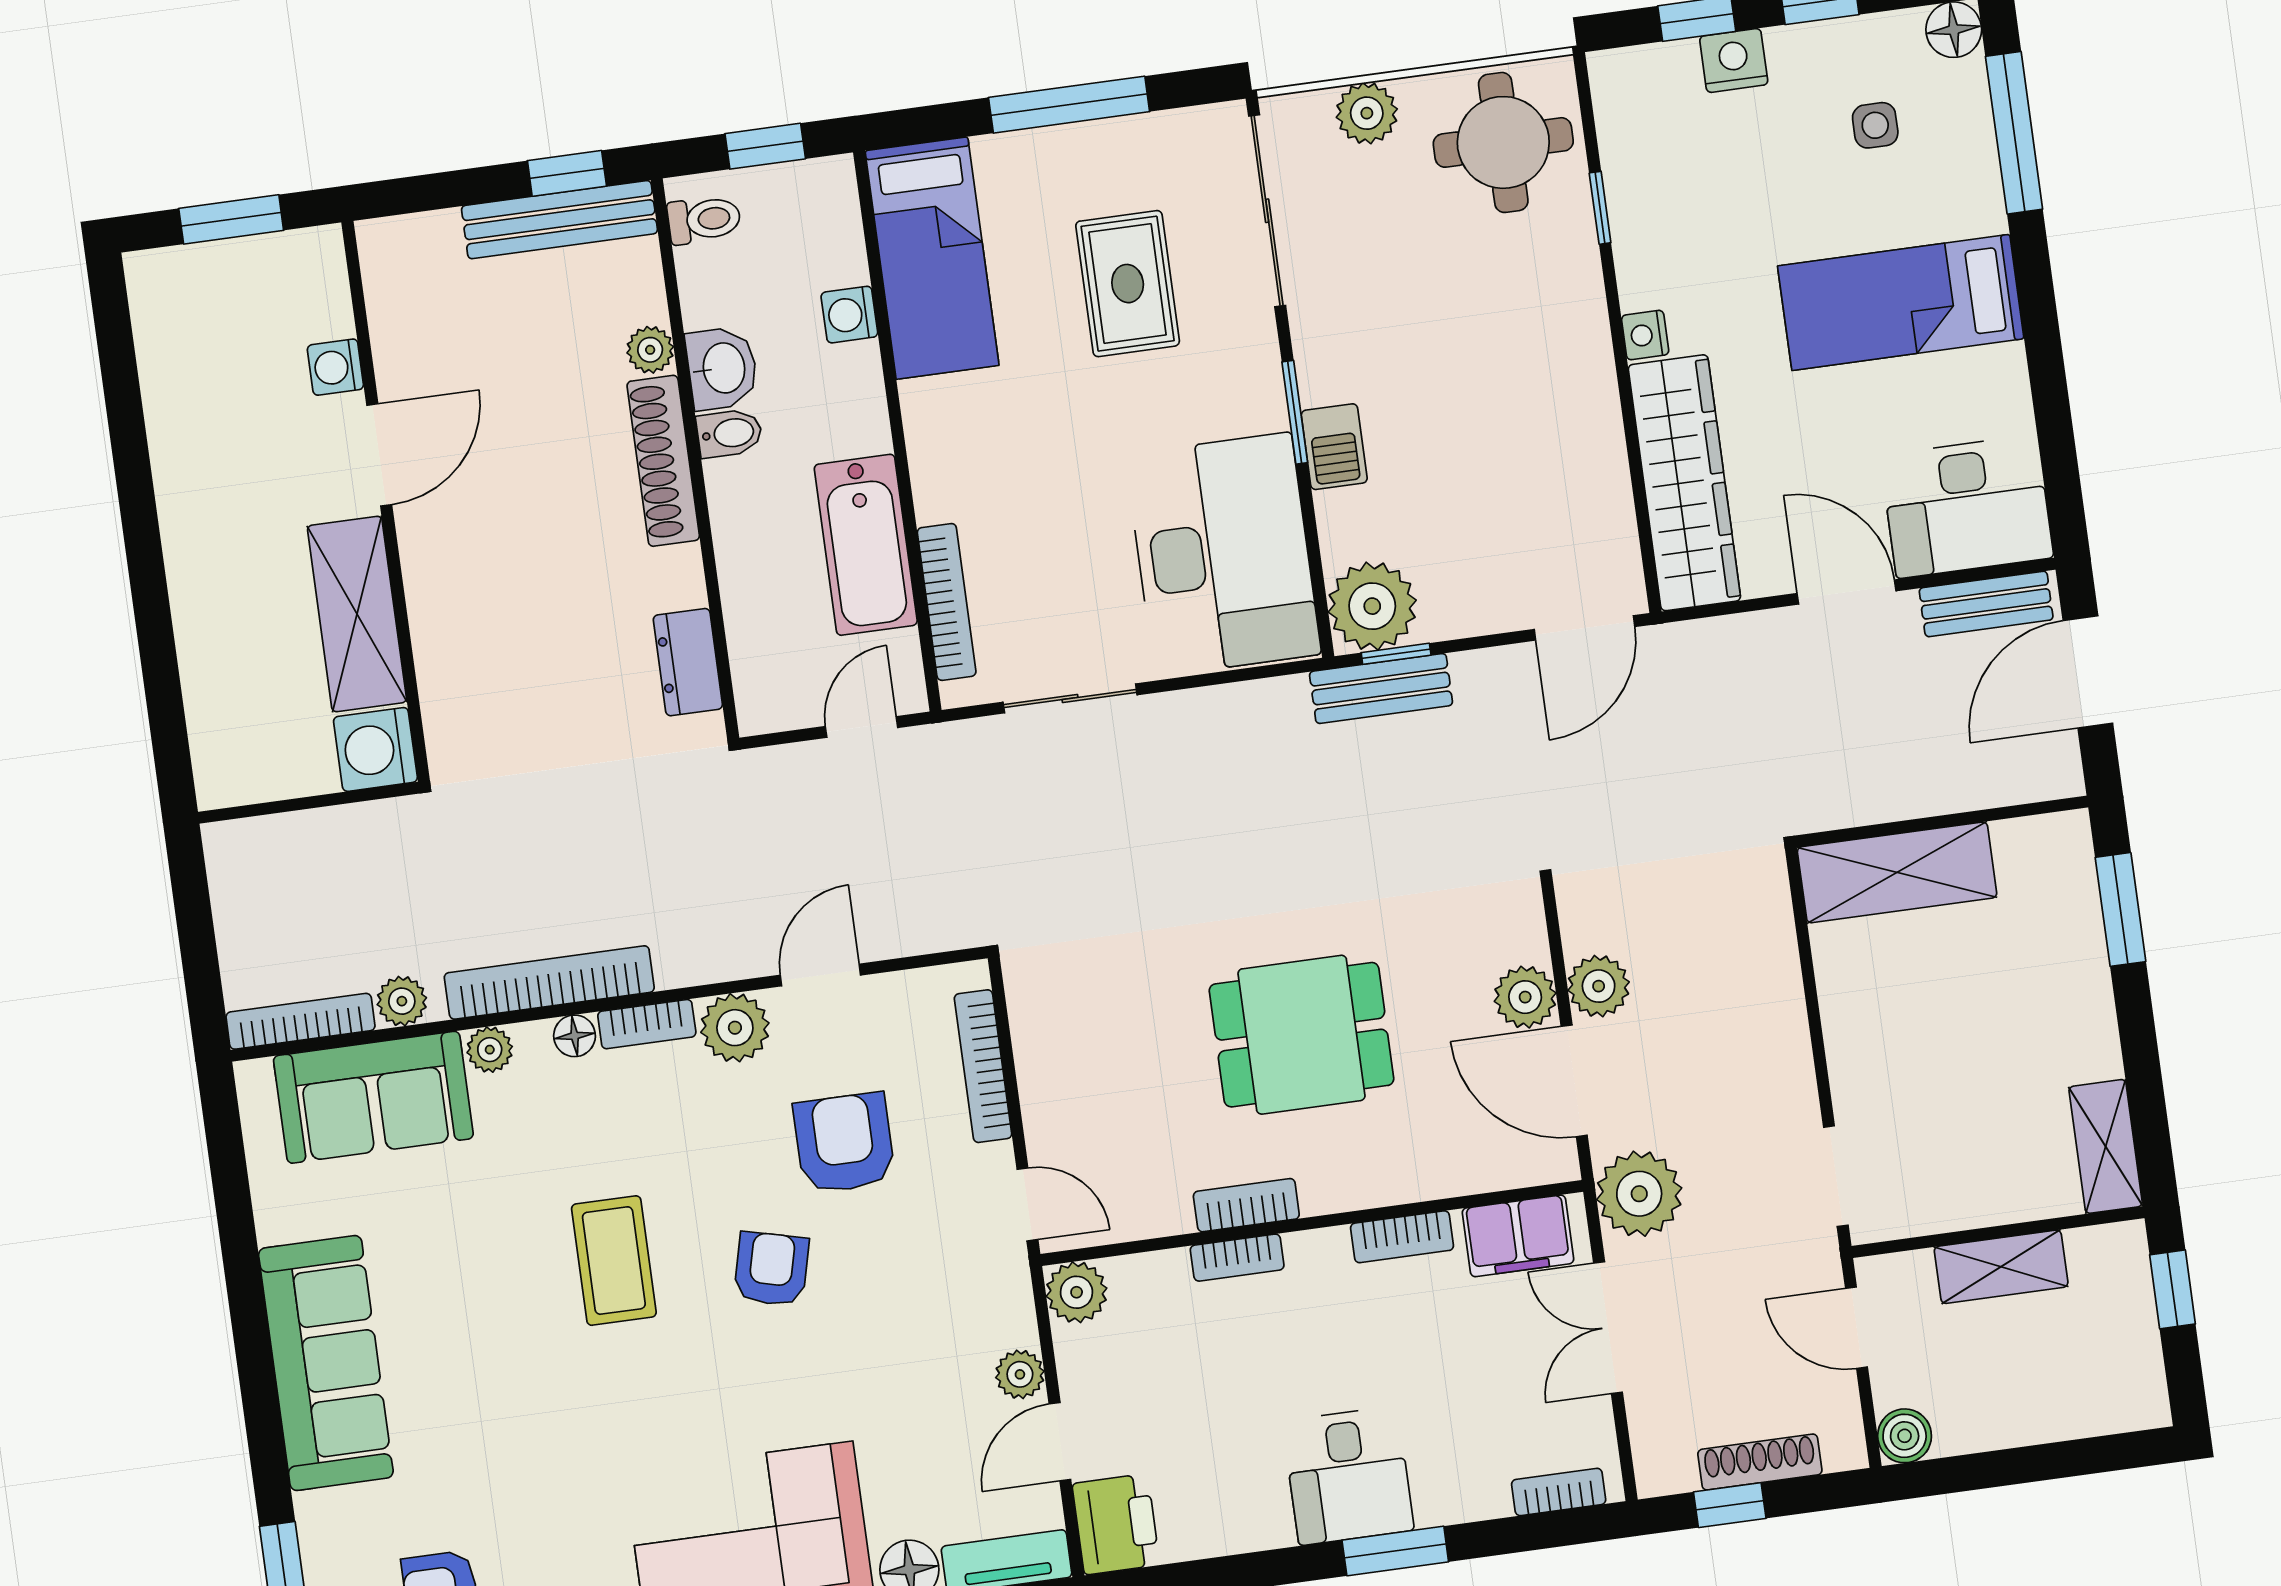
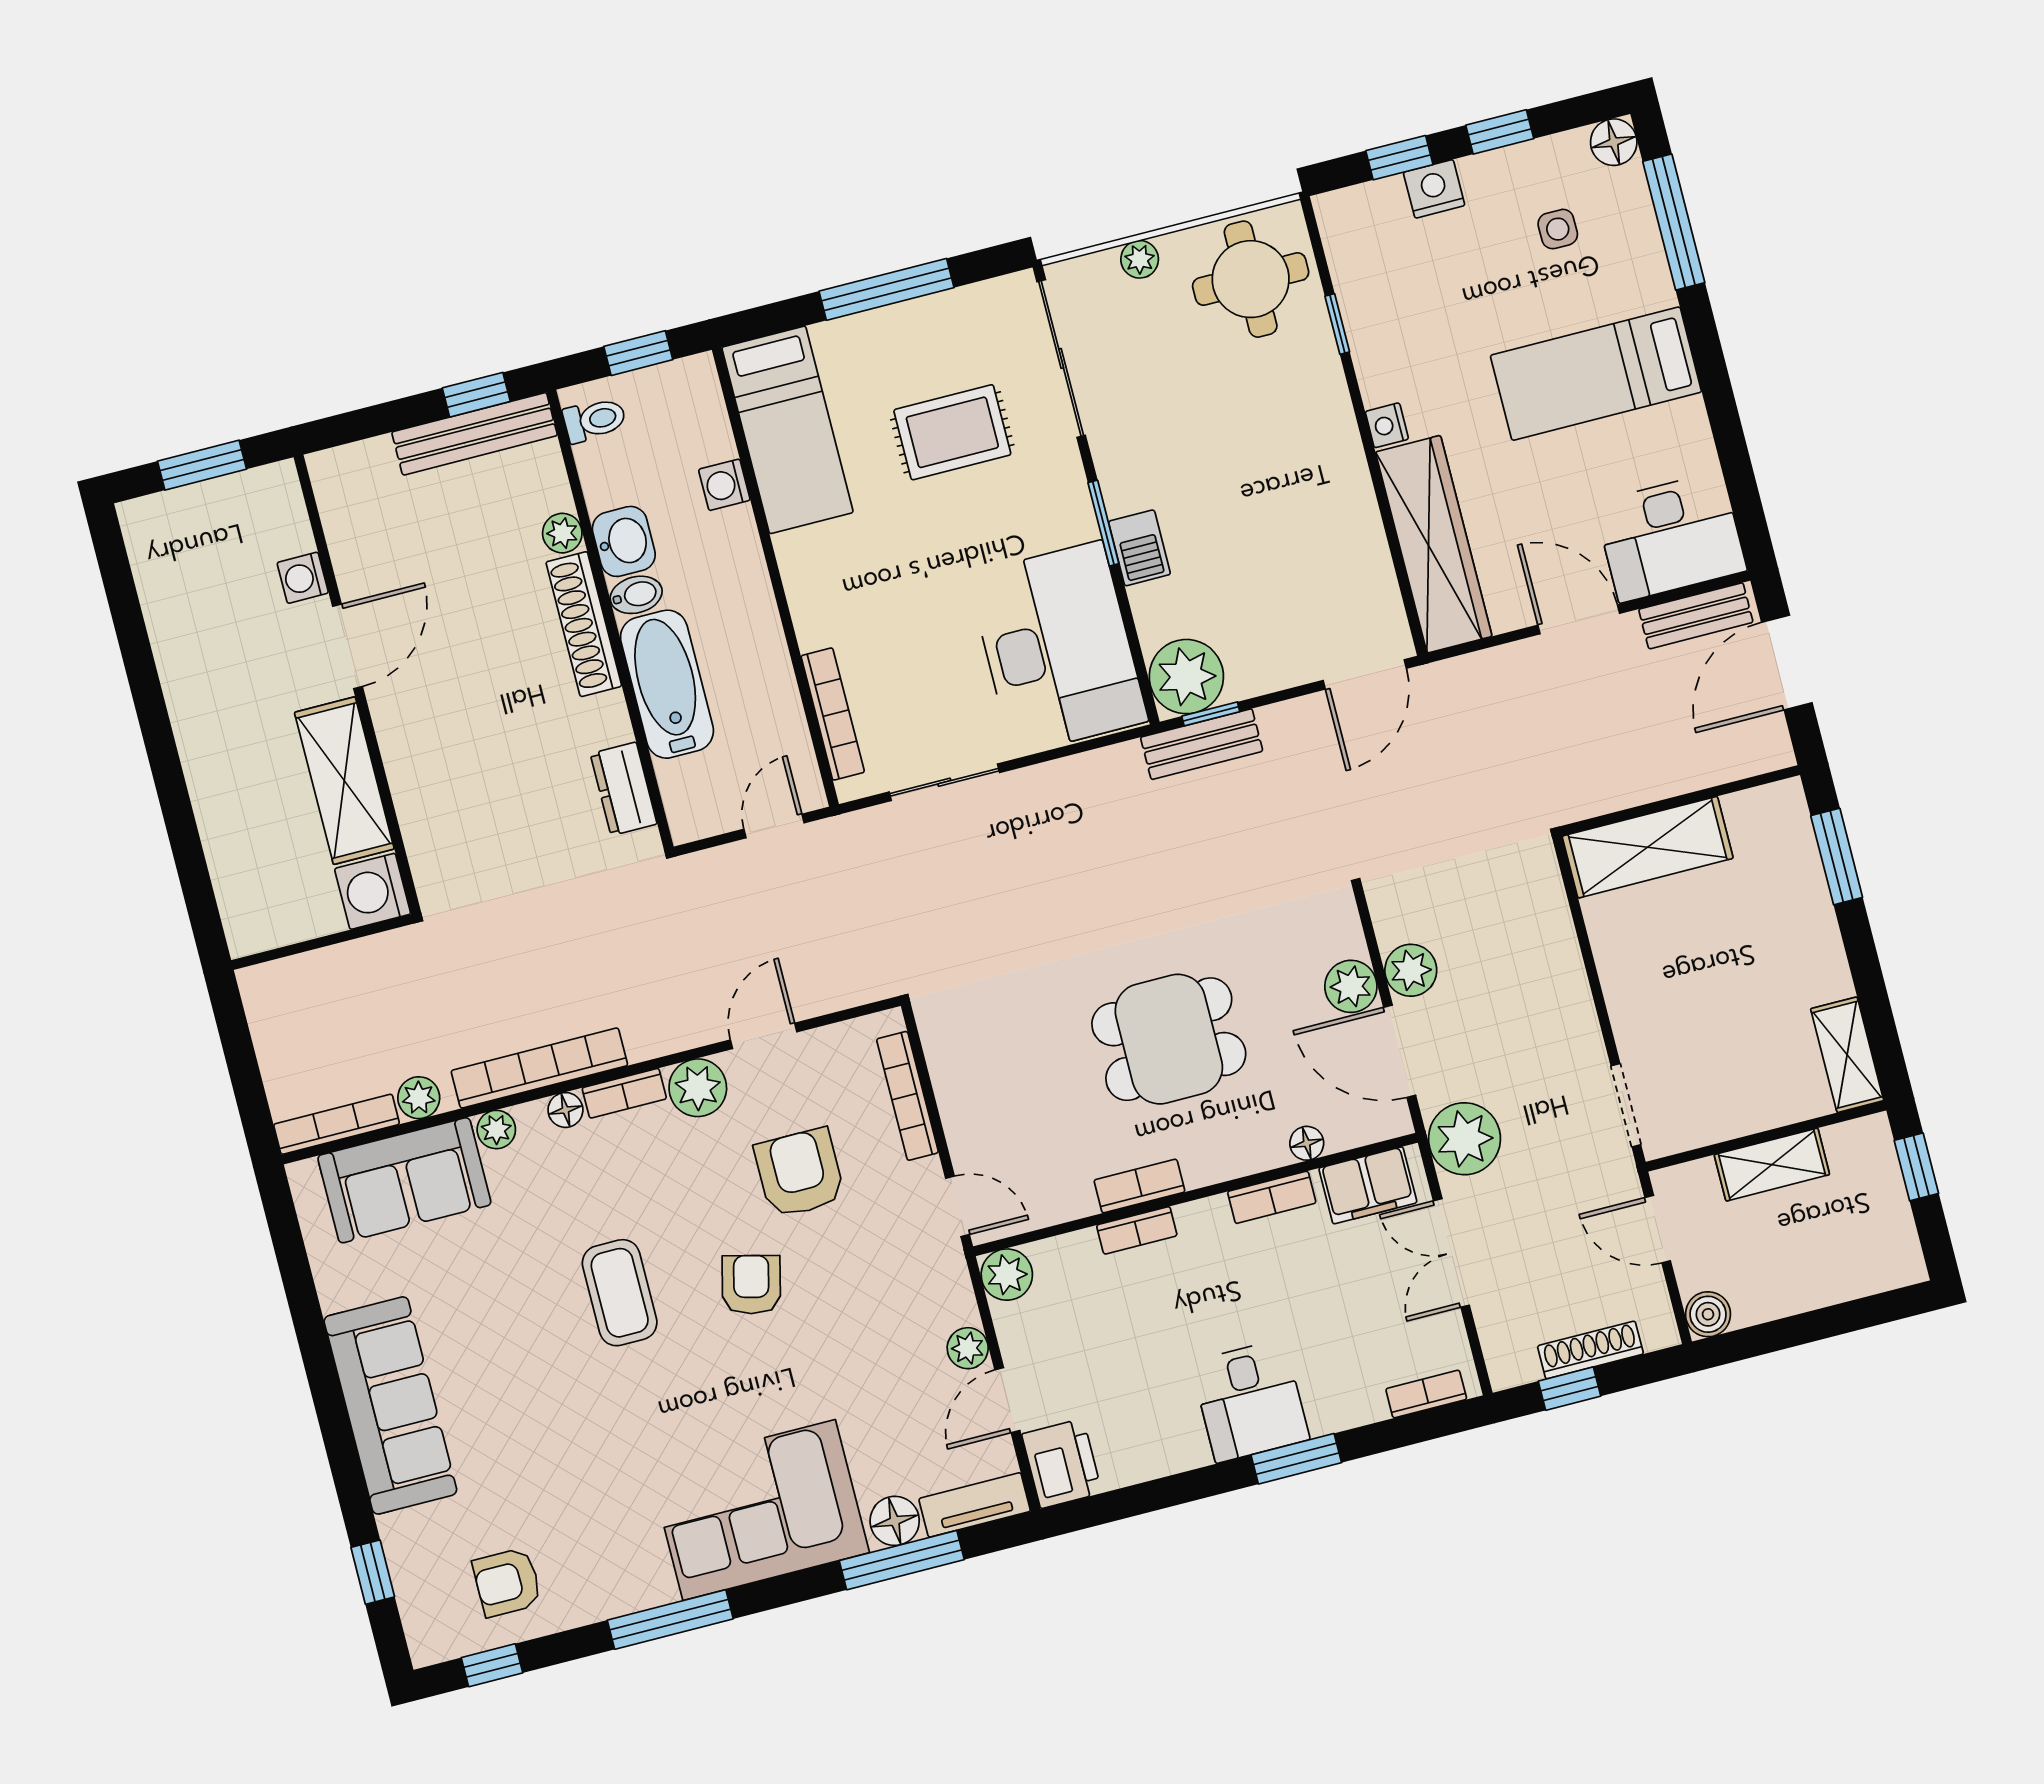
plant: (1367, 113) -> (1140, 259), width x0.73, depth x0.73
rug: (1128, 284) -> (952, 432), turned 90
bathtub: (866, 545) -> (667, 684), moved, turned 180
floor lamp: (1451, 1177) -> (1307, 1143), added

